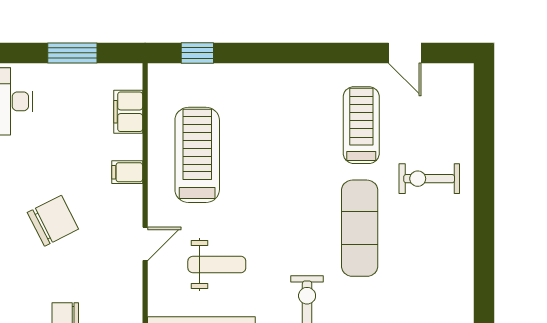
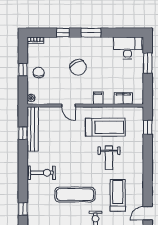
window: (72, 53) -> (148, 63), moved
treadmill: (361, 125) -> (118, 195), turned -90
weight bench: (217, 265) -> (109, 158), moved

